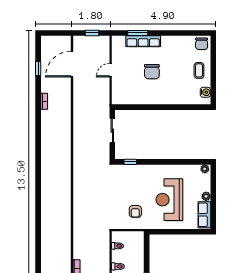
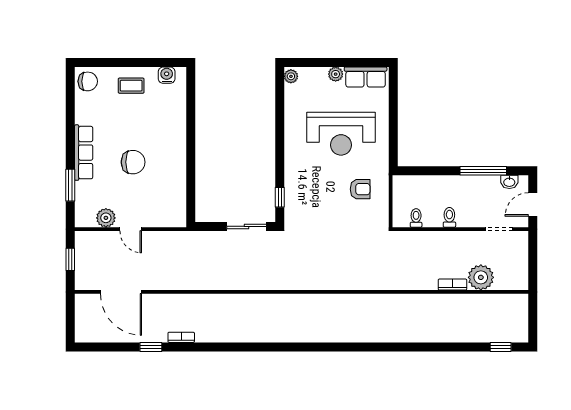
row of seats: (143, 41) -> (84, 153), moved
plant: (118, 55) -> (106, 218), added
window: (38, 68) -> (151, 347), moved
sliding door: (112, 131) -> (247, 226), moved

